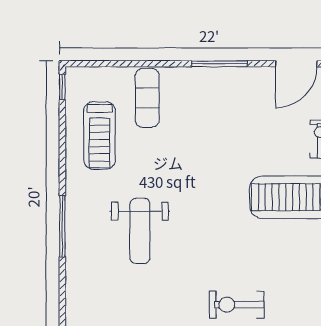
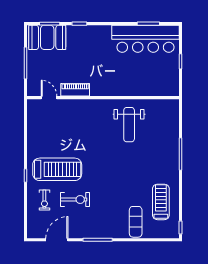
weight bench: (140, 231) -> (129, 125), moved, turned 180
exercise bike: (237, 305) -> (75, 199), moved

